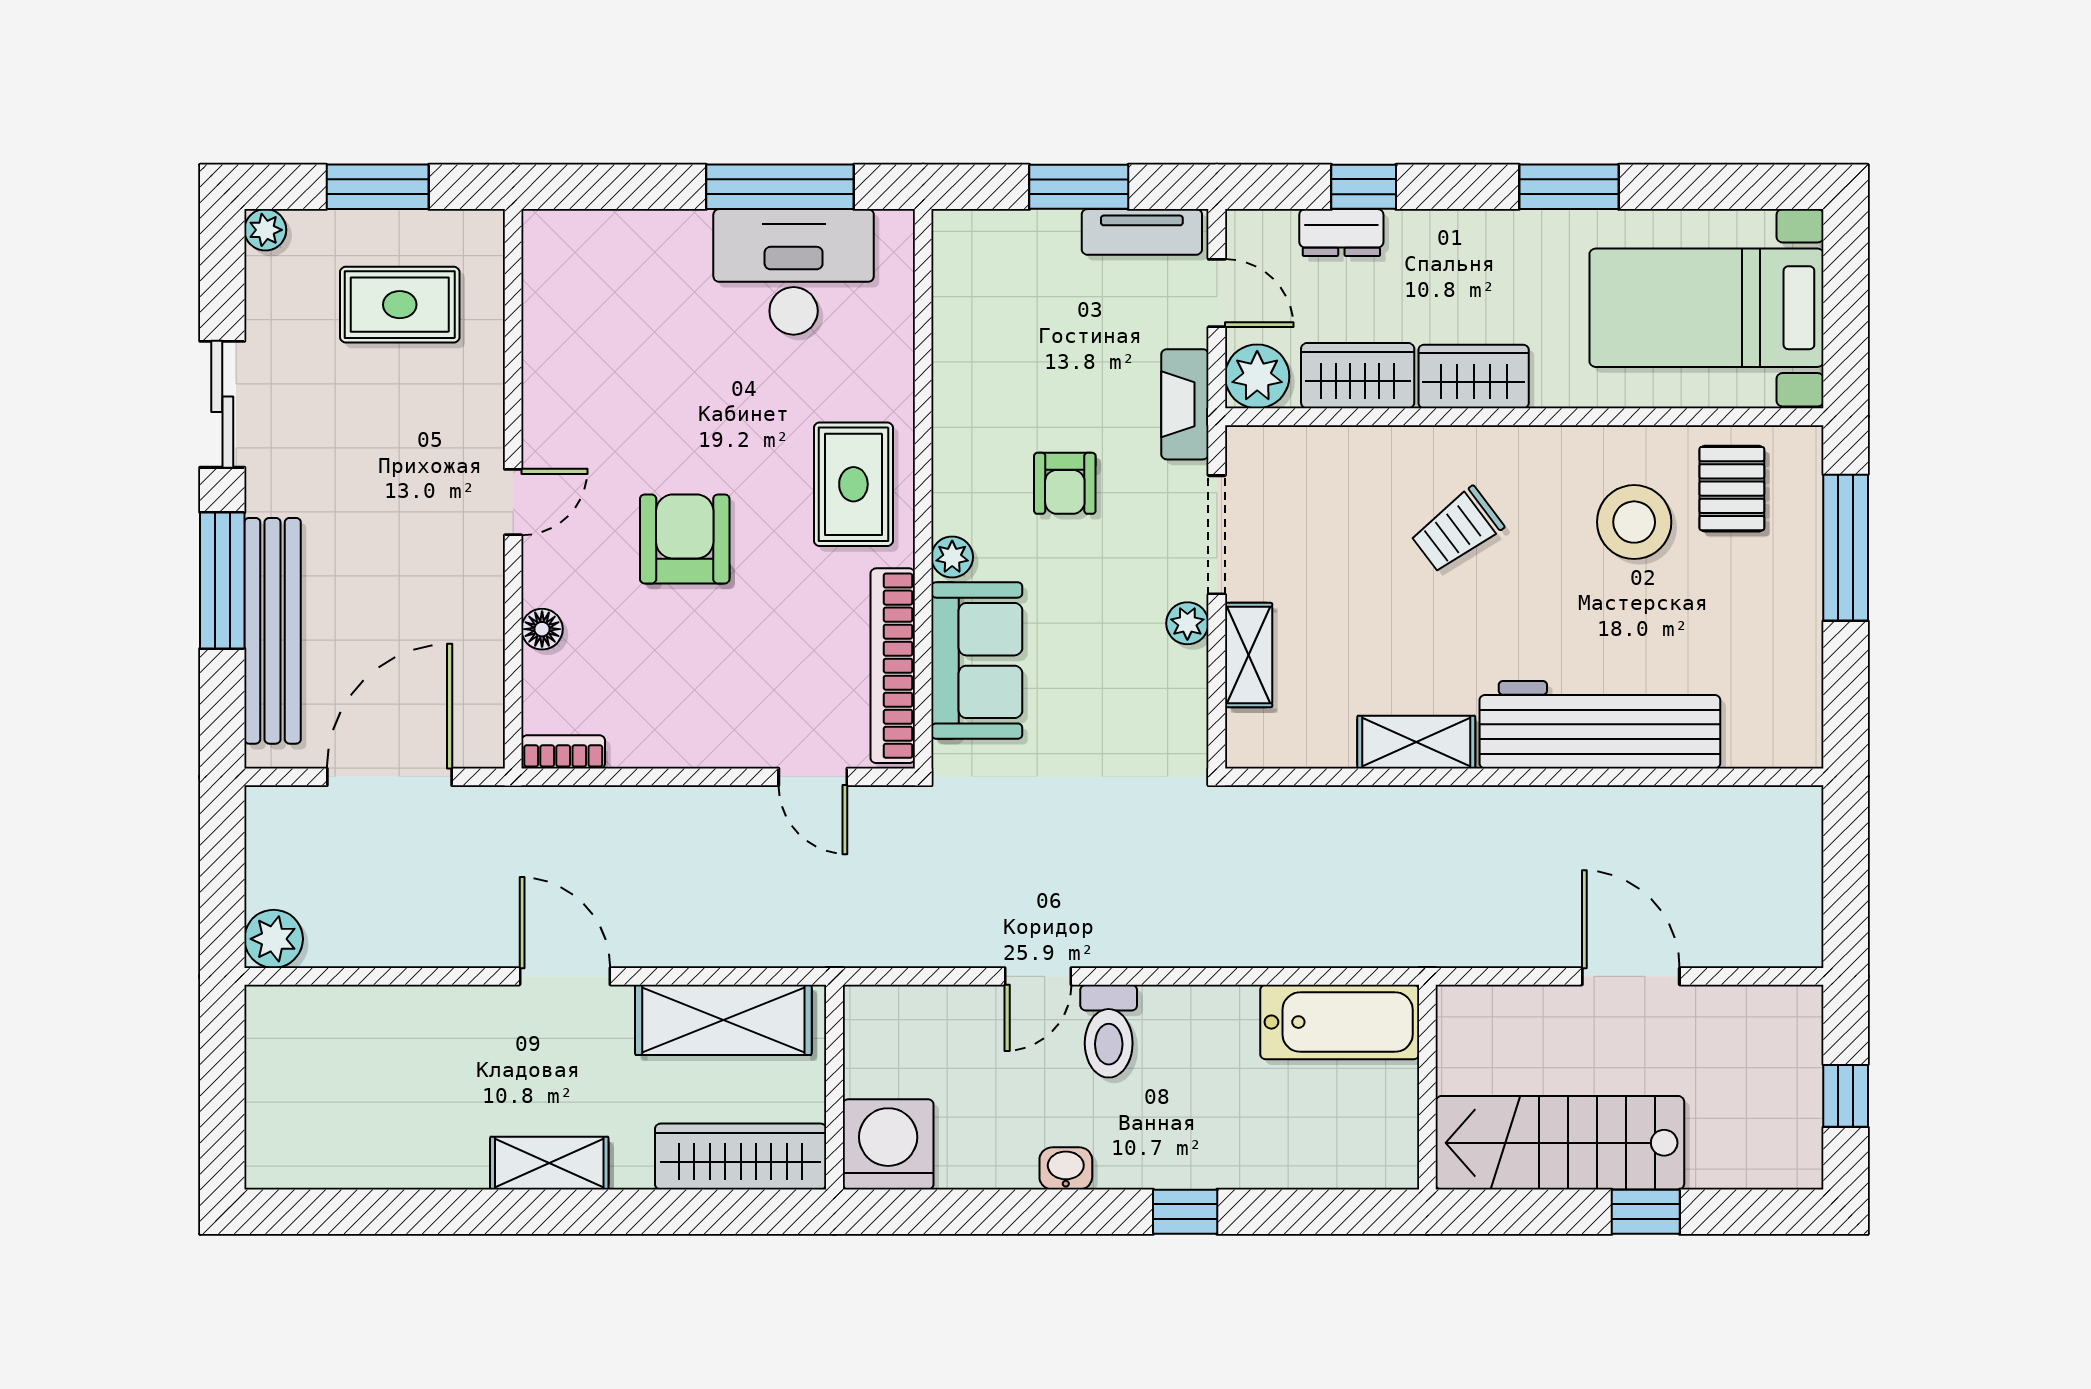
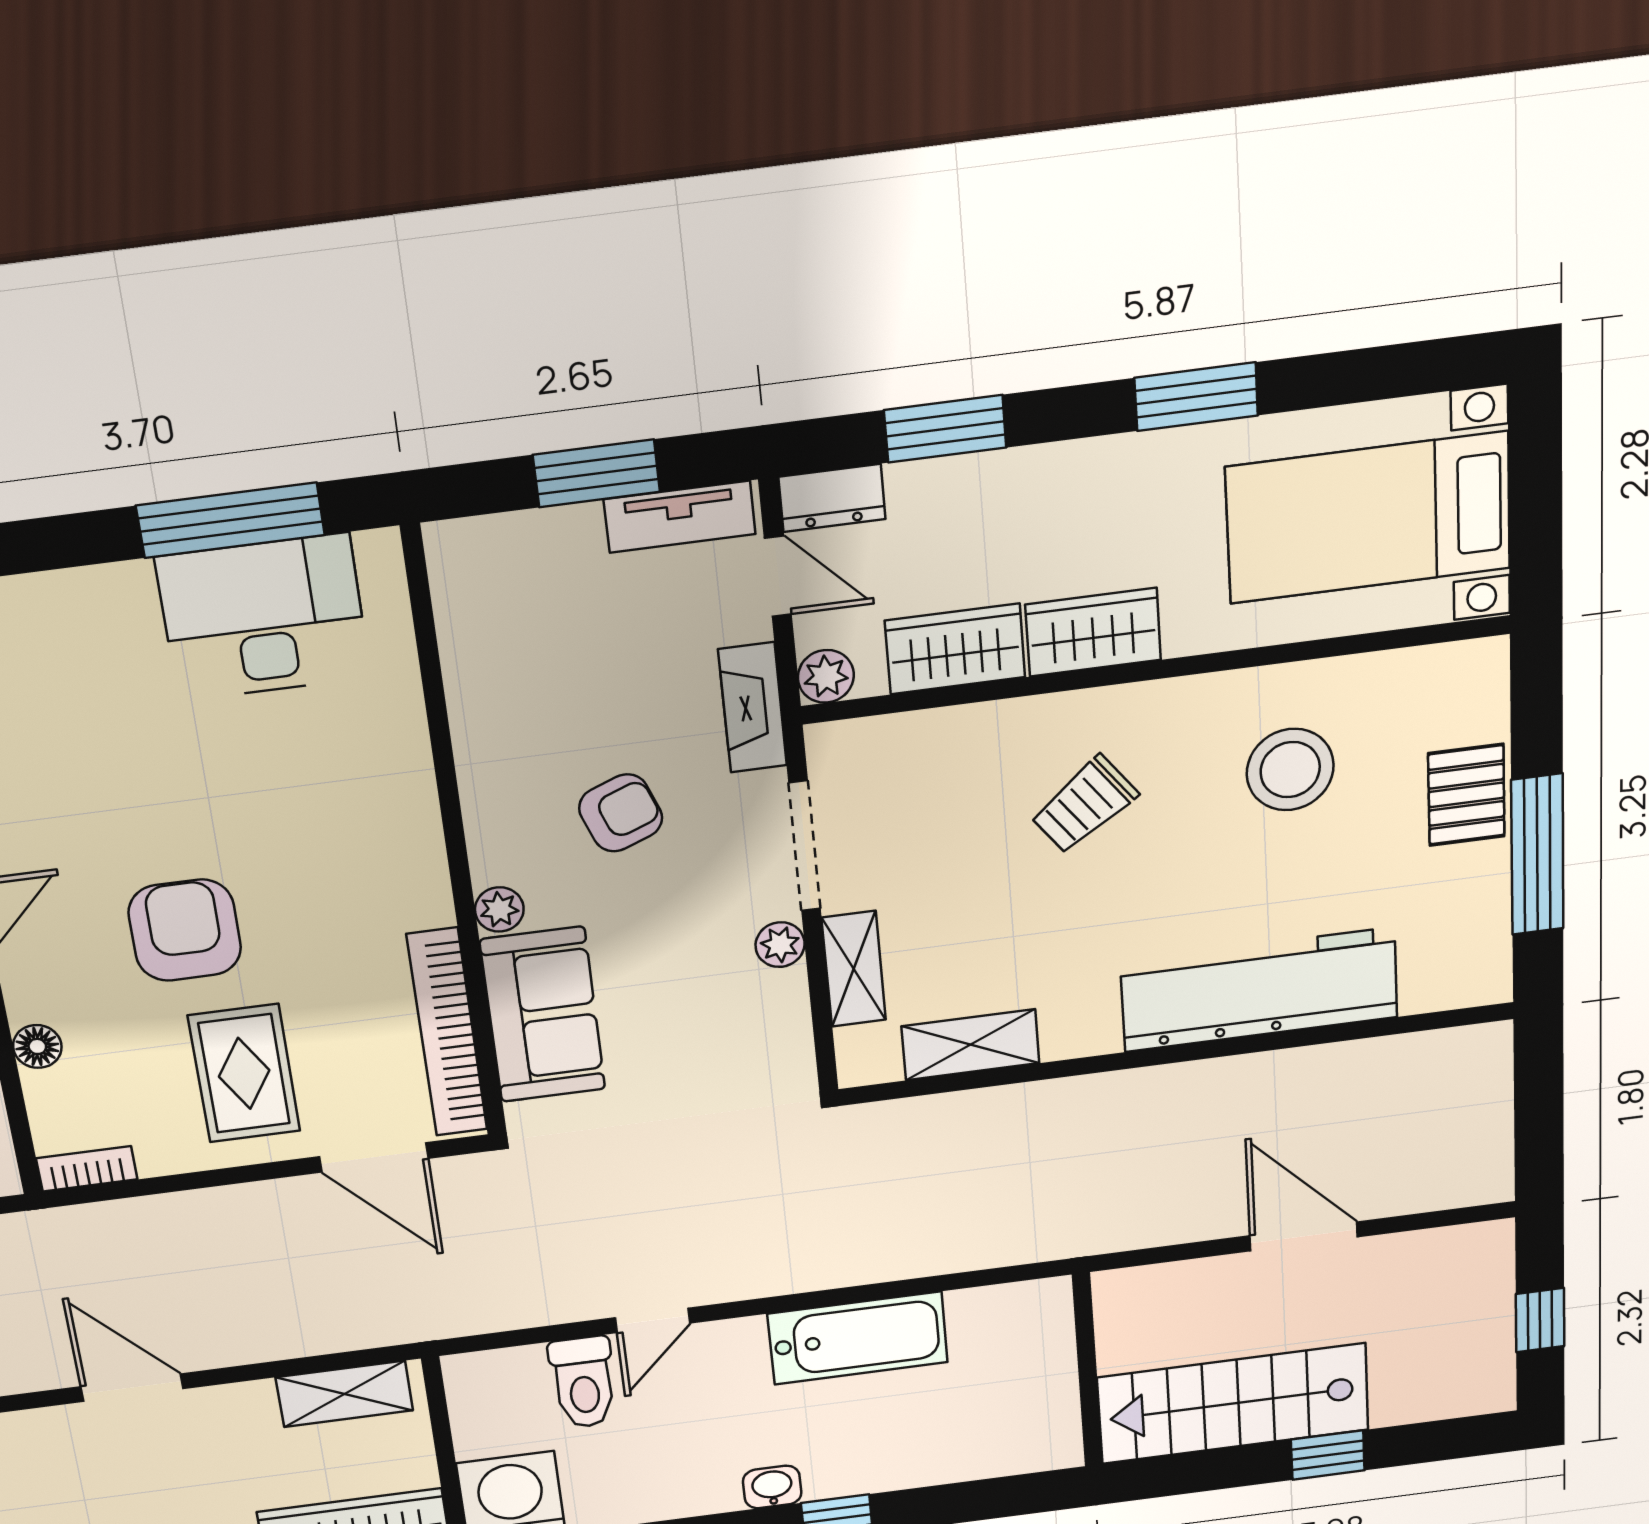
window: (1364, 187) -> (945, 429), width x1.50
dresser: (1341, 233) -> (832, 498), moved
plant: (1257, 376) -> (826, 676), width x0.73, depth x0.73
armchair: (1065, 483) -> (621, 813), turned -111
rug: (853, 484) -> (244, 1073), moved
pallet: (1732, 489) -> (1466, 795), moved
window: (1846, 548) -> (1537, 855), moved
shelving: (1416, 742) -> (970, 1045), moved
door: (813, 777) -> (374, 1157), width x1.38
shelving: (723, 1020) -> (344, 1394), width x0.67, depth x0.75
bathtub: (1340, 1022) -> (858, 1338), moved
toilet: (1109, 1031) -> (583, 1382), moved
washbasin: (1066, 1168) -> (772, 1487), moved

